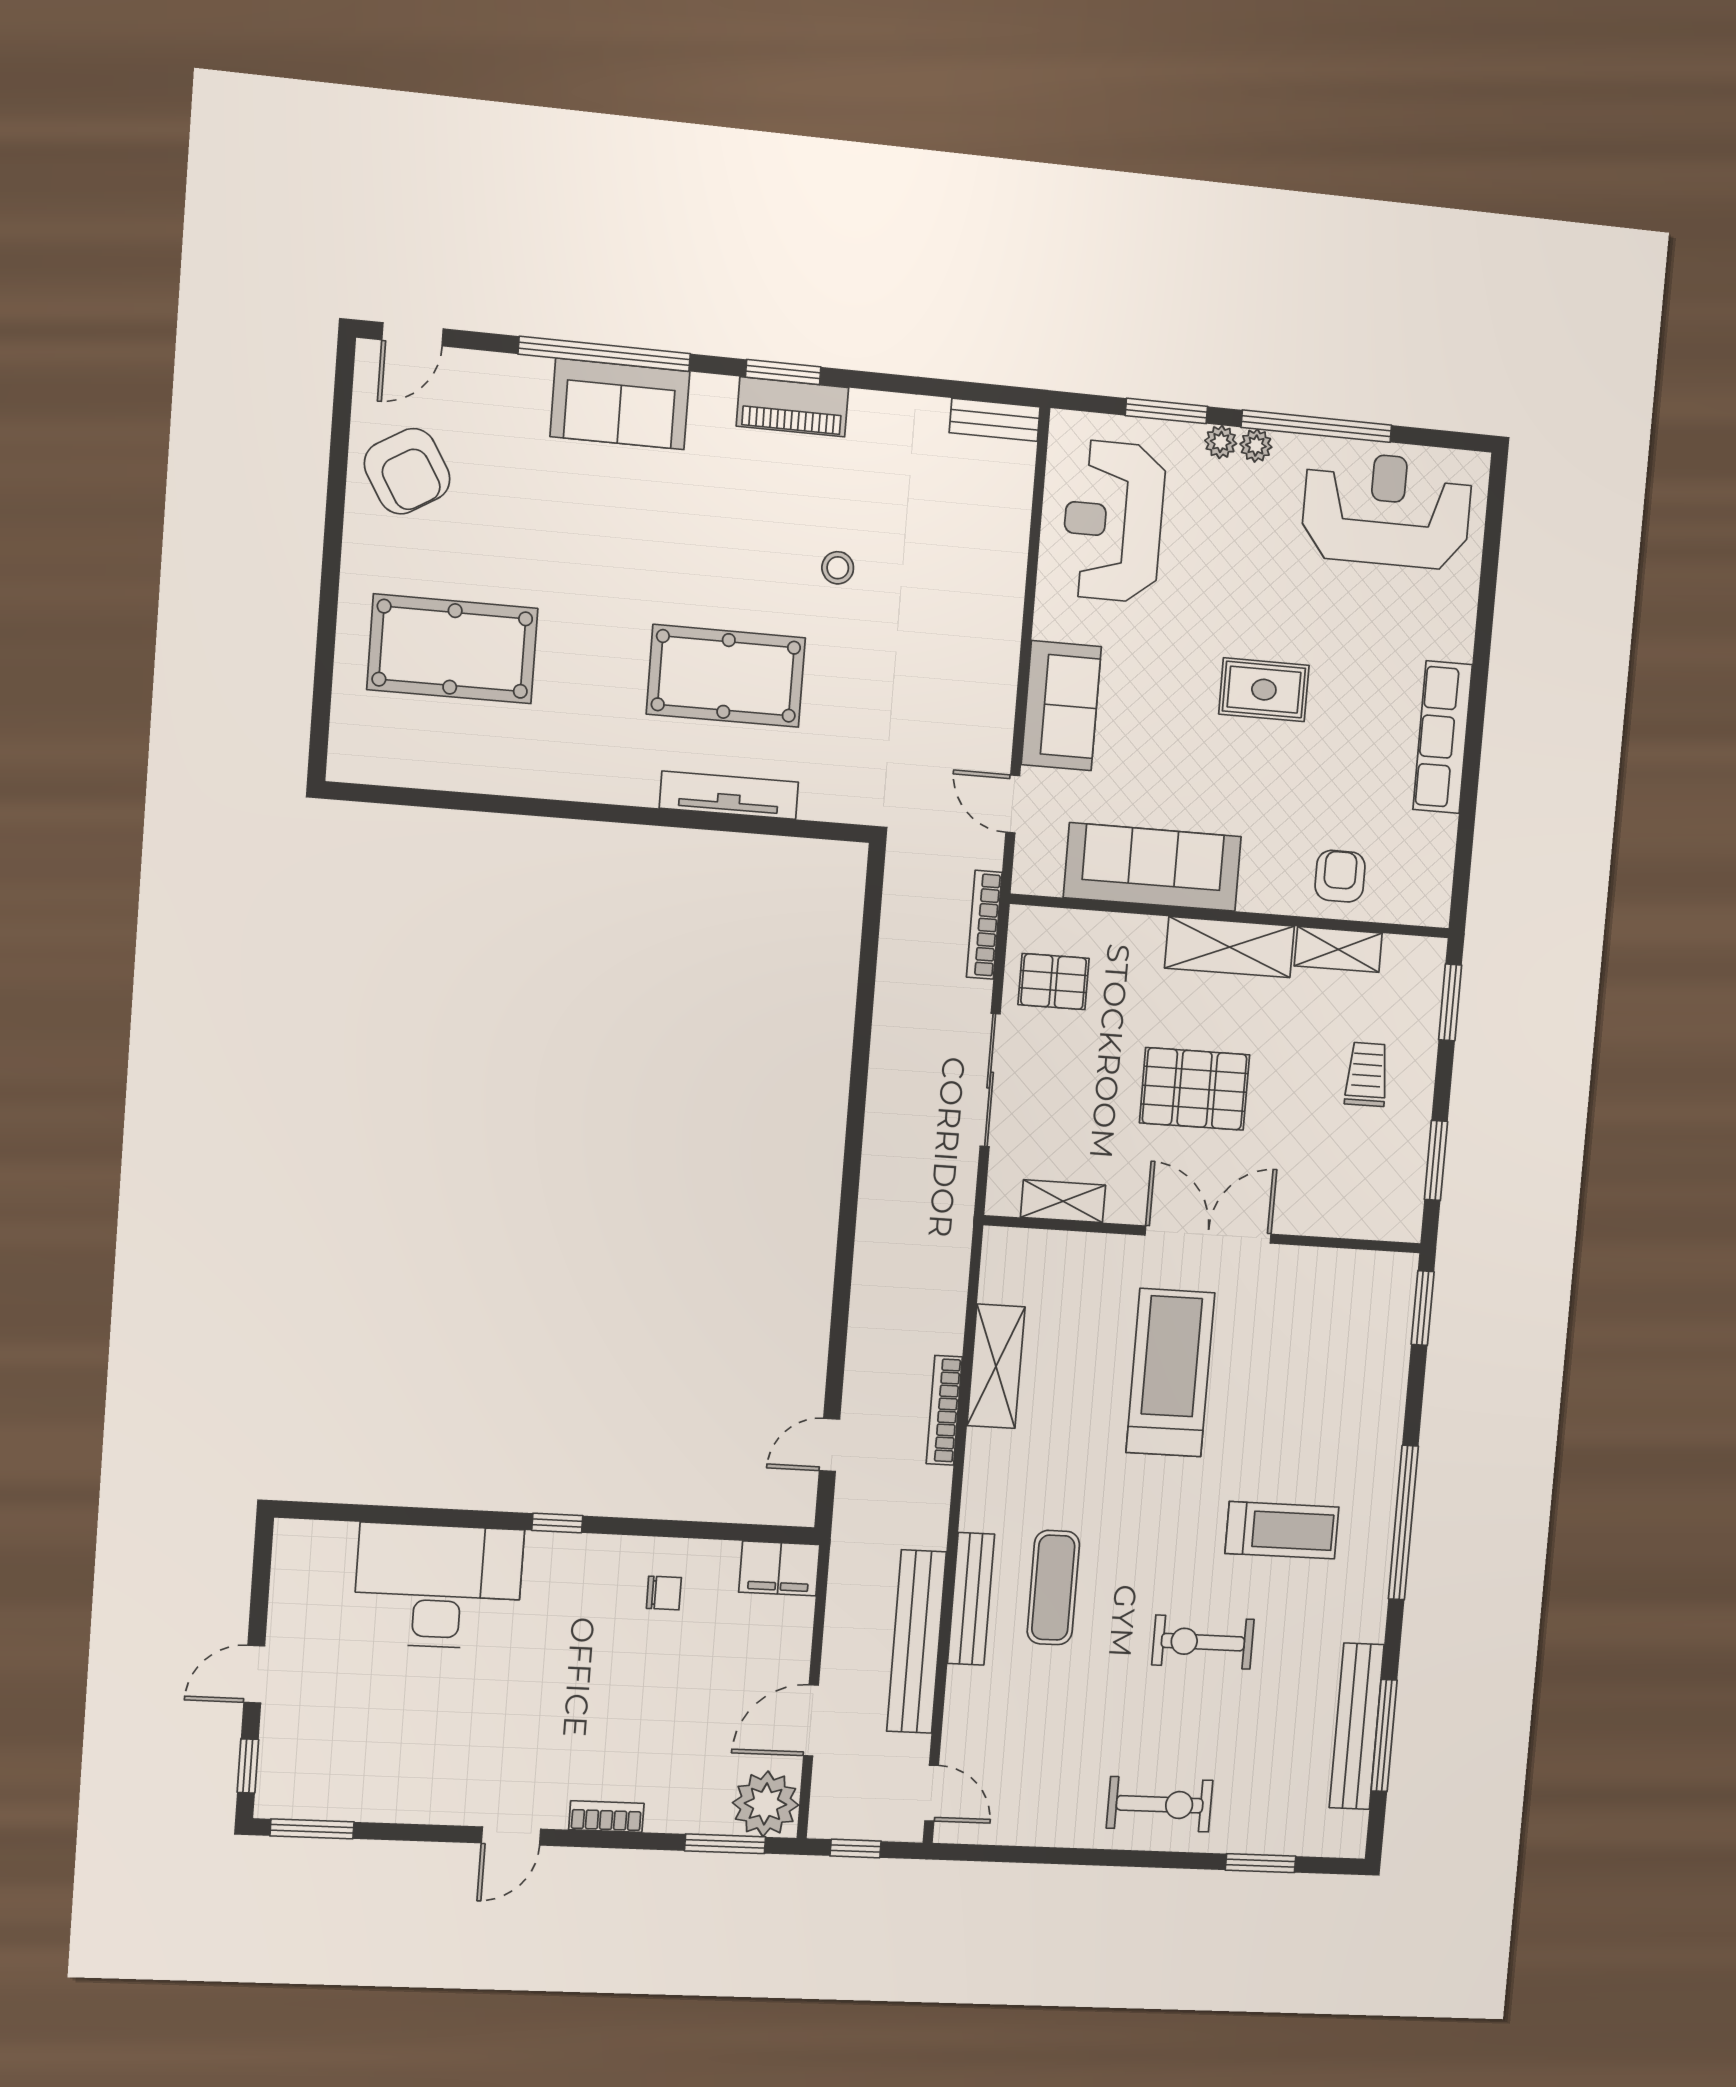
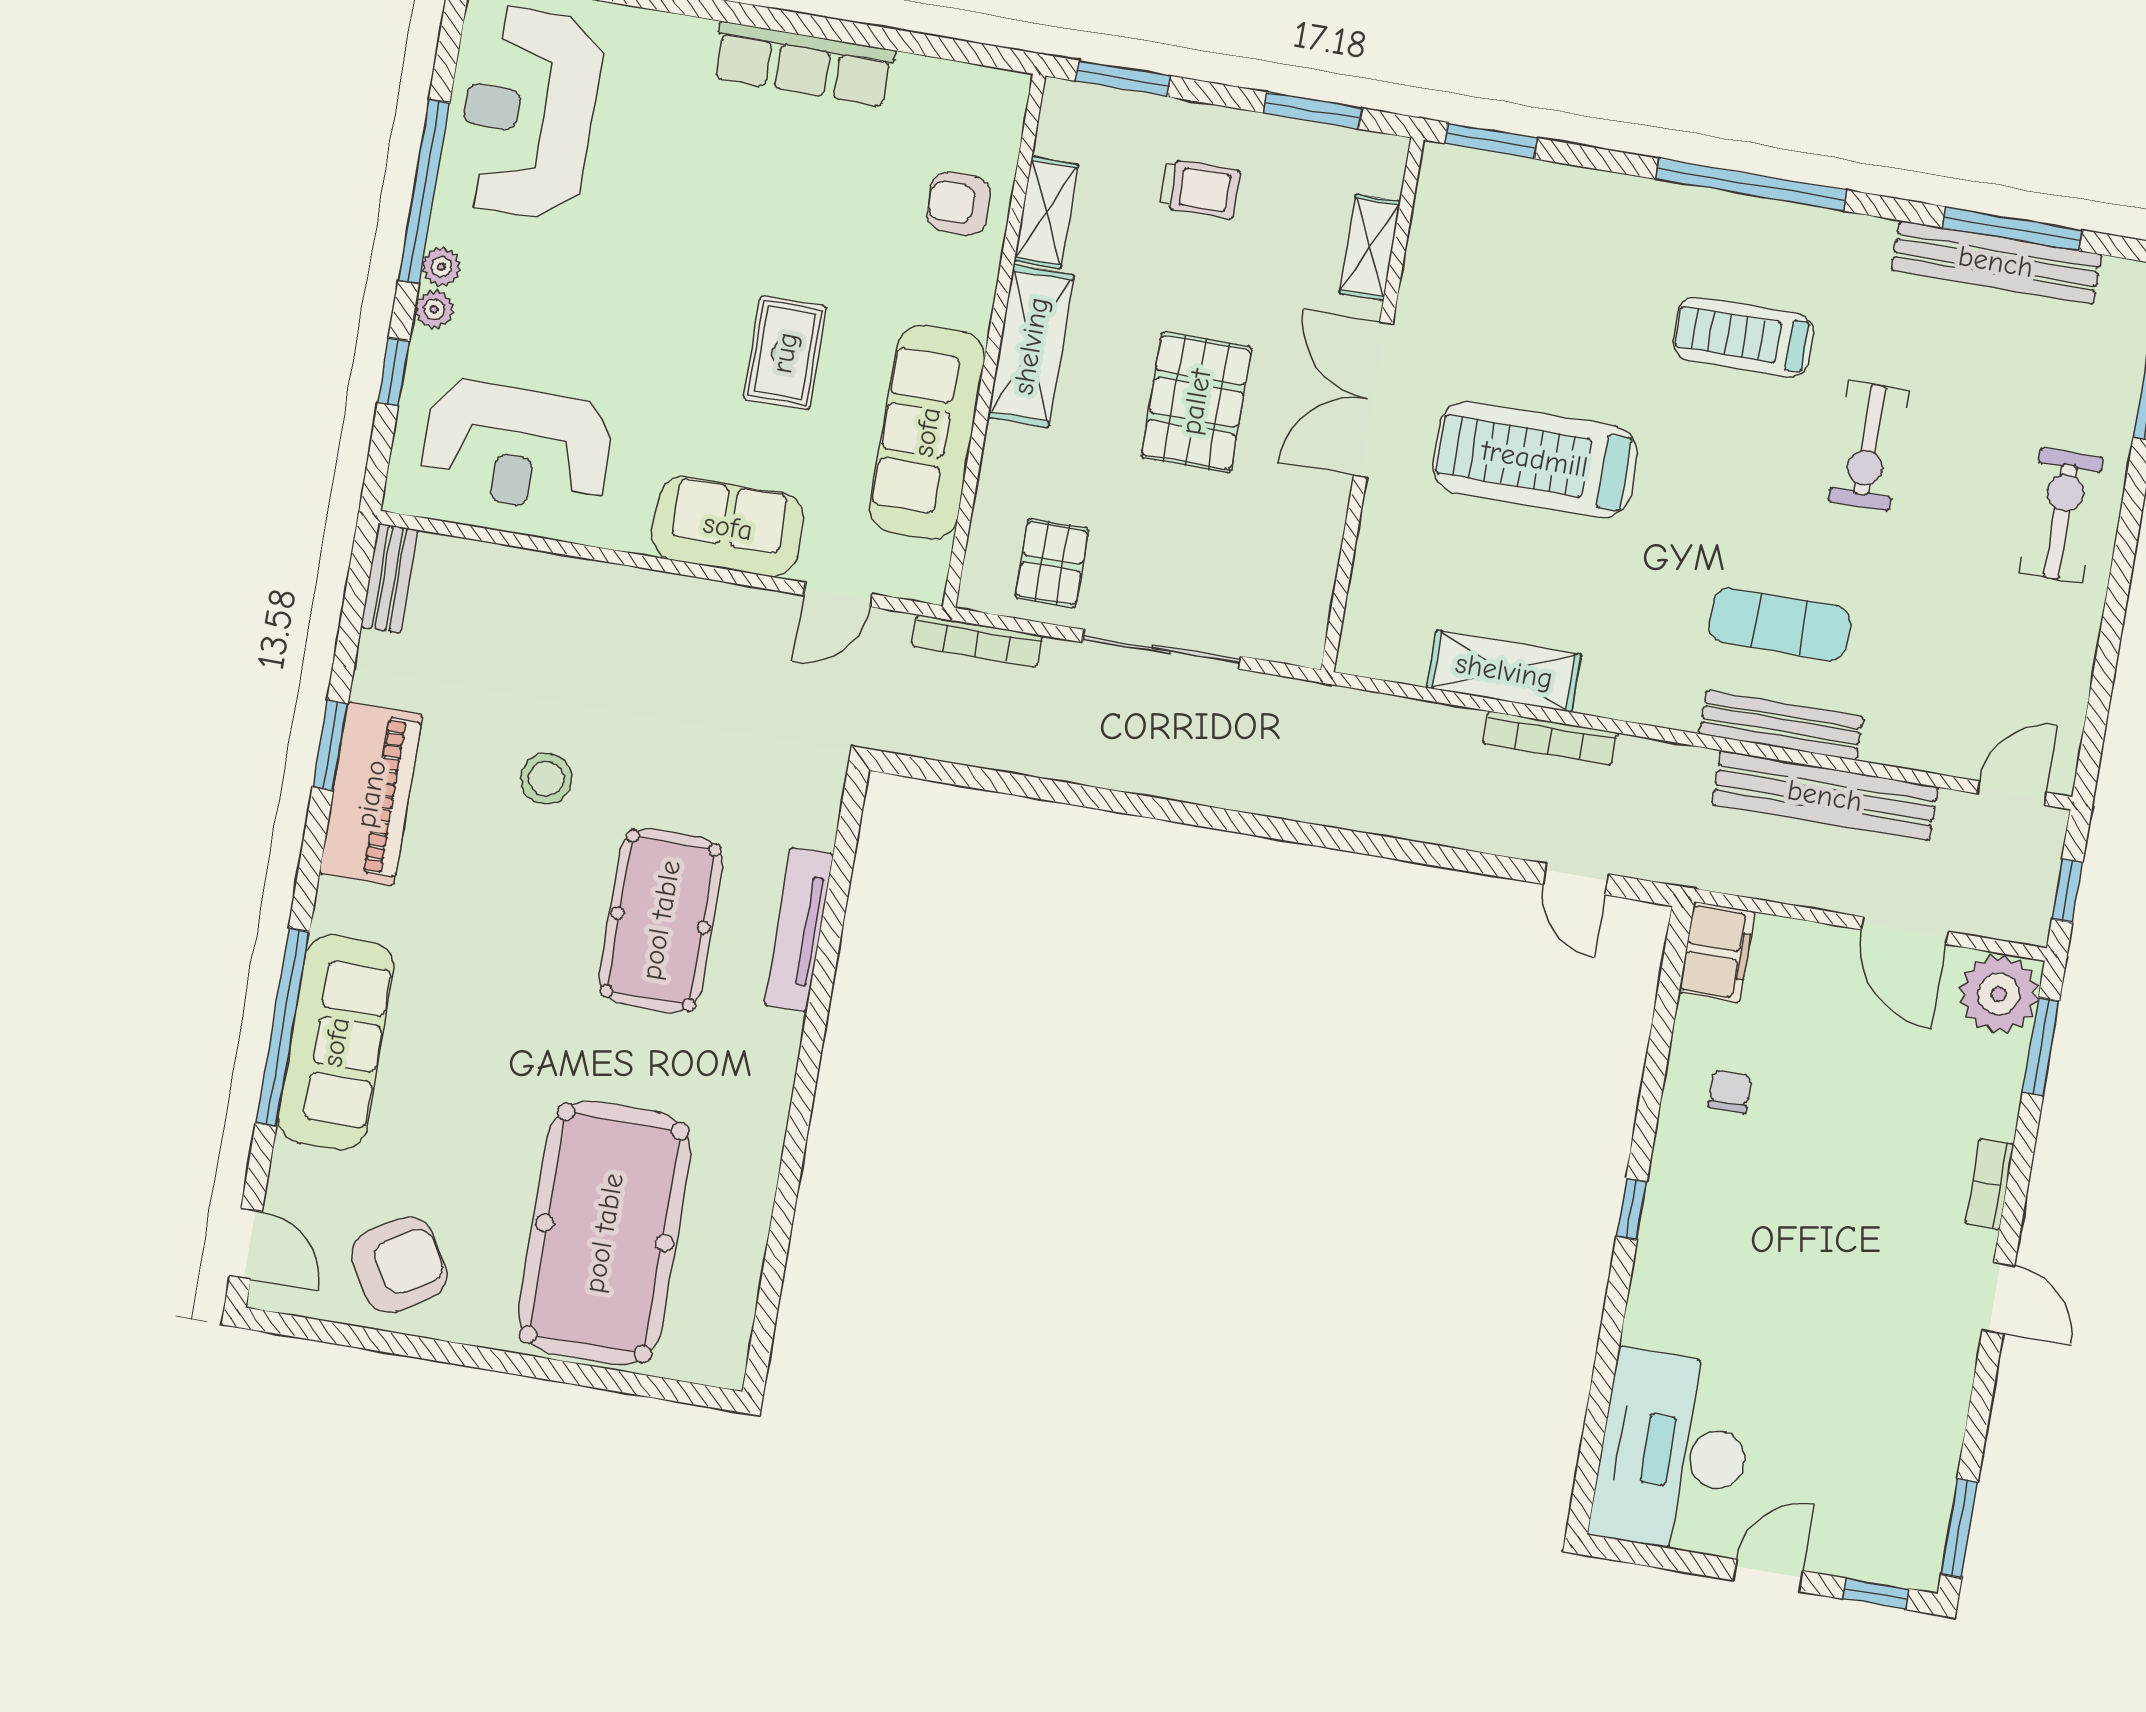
window: (783, 372) -> (330, 745), moved
sofa: (620, 404) -> (336, 1042), width x1.36
piano: (793, 407) -> (371, 794), width x1.37, depth x1.33
window: (1166, 411) -> (393, 372), width x0.67
stool: (838, 568) -> (546, 779), width x1.37, depth x1.37
pool table: (452, 649) -> (604, 1233), width x1.36, depth x1.32
rug: (1264, 690) -> (785, 353), moved
trolley: (1367, 1074) -> (1200, 189), turned 180
shelving: (1063, 1201) -> (1370, 247), moved
treadmill: (1282, 1530) -> (1743, 337), turned -90
desk: (438, 1586) -> (1674, 1452), moved
door: (254, 1674) -> (1768, 1576), swing flipped

